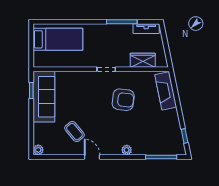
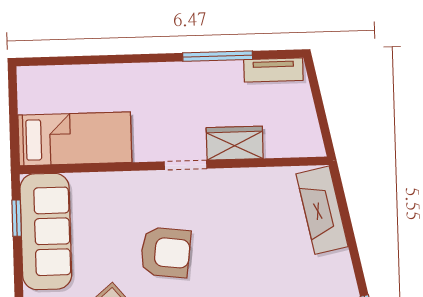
bed: (58, 39) -> (75, 139), moved
wardrobe: (143, 60) -> (235, 143), moved
armchair: (123, 100) -> (165, 252), moved

